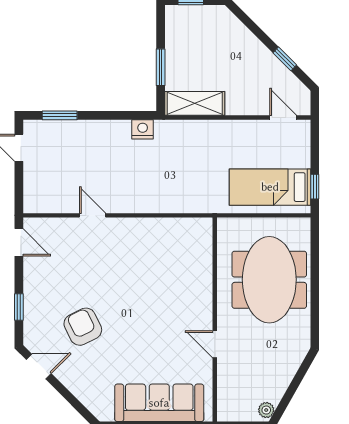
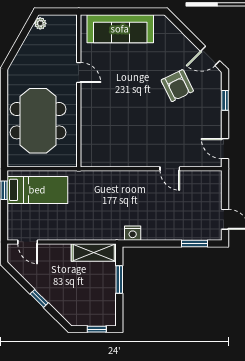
window: (285, 59) -> (39, 298), moved

